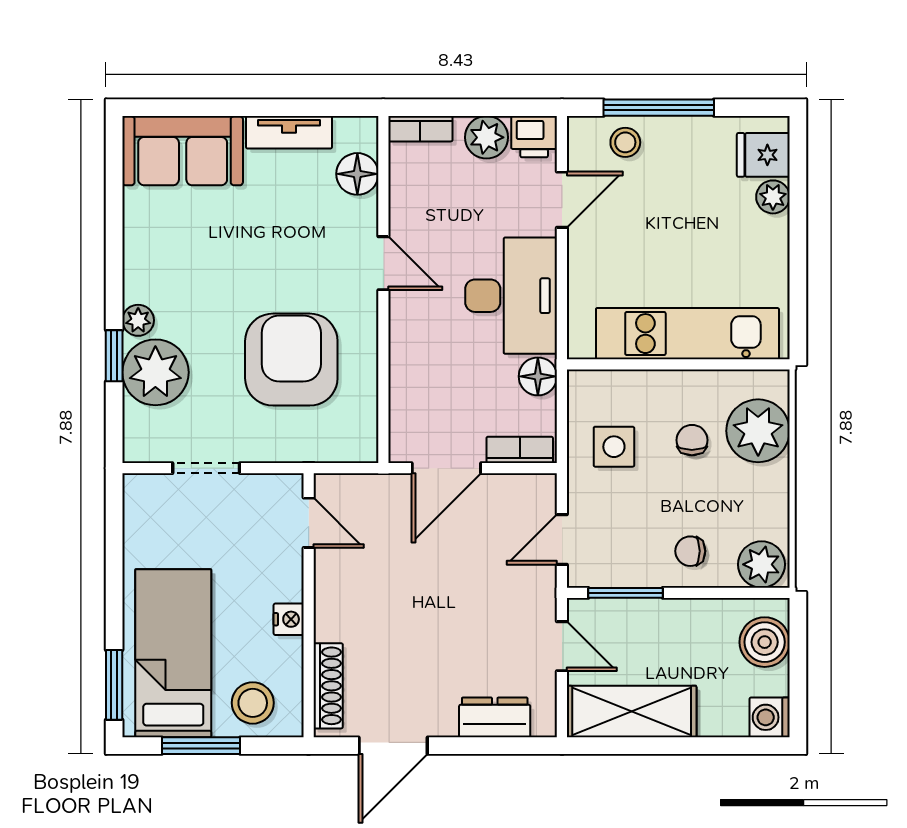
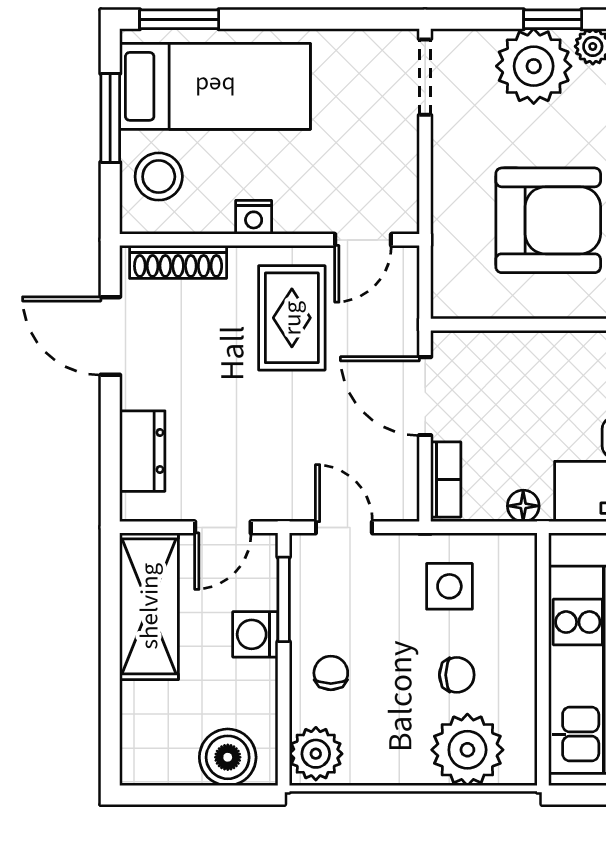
floor lamp: (538, 376) -> (523, 506), width x0.73, depth x0.73
doorway: (206, 468) -> (425, 77), moved
rug: (377, 586) -> (292, 318), added
washing machine: (770, 717) -> (255, 634), moved, turned -90

